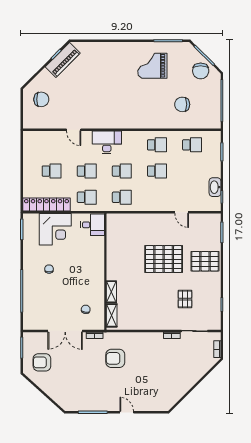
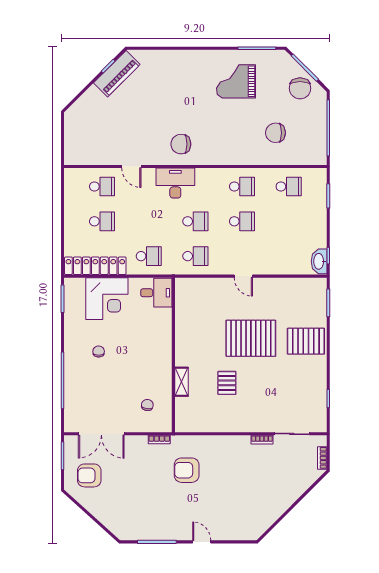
chair: (41, 99) -> (181, 144), moved, turned 180
school desk: (87, 171) -> (102, 187), moved
washbasin: (215, 187) -> (319, 261), moved
door: (182, 212) -> (243, 276), moved
pallet: (185, 299) -> (227, 383), moved
shelving: (112, 315) -> (182, 413), removed
double door: (65, 331) -> (101, 434), moved

